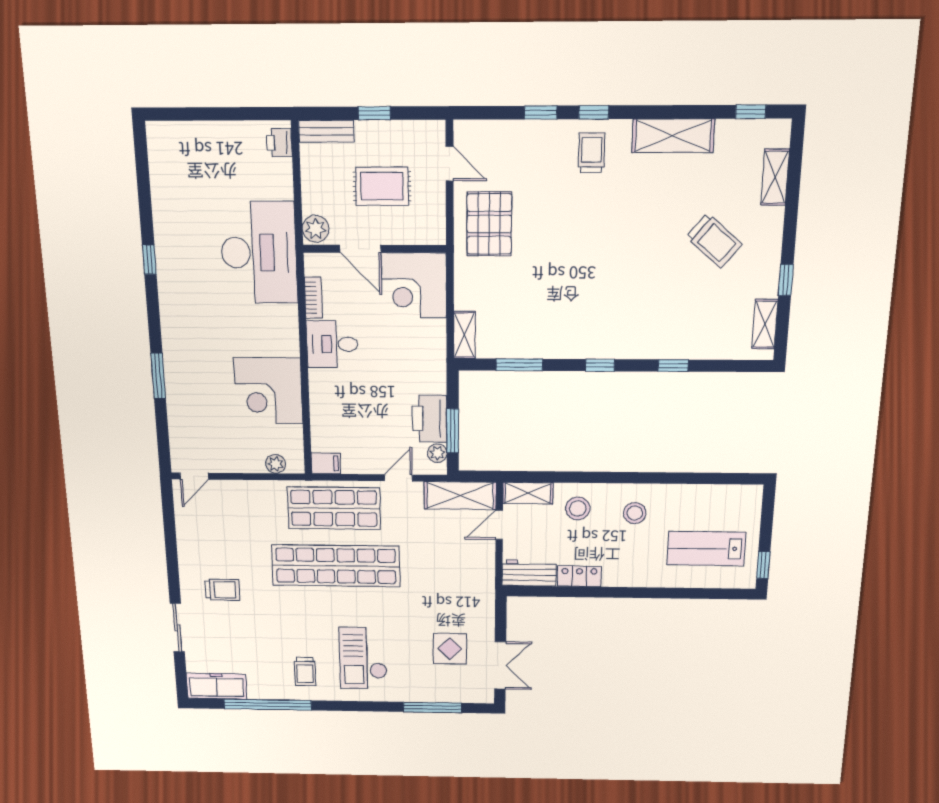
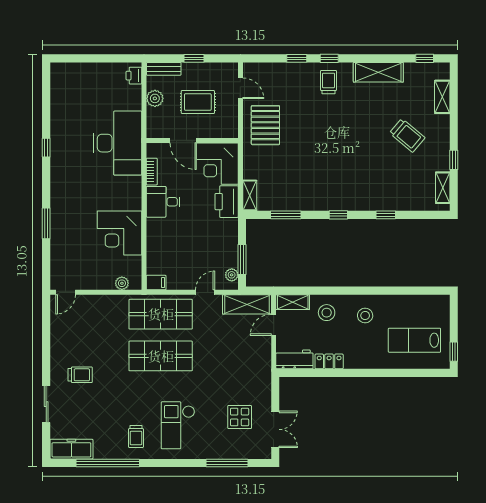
plant: (316, 229) -> (155, 98), moved
printer: (430, 419) -> (227, 202), moved
shop shelf: (336, 566) -> (161, 356), width x0.71

